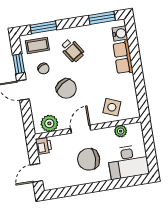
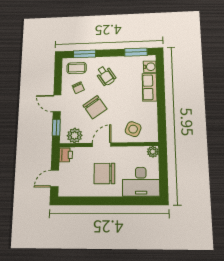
window: (19, 64) -> (56, 128), moved
plant: (121, 131) -> (153, 152), moved

